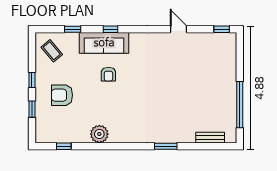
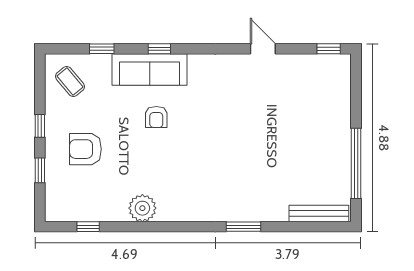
bench: (210, 138) -> (319, 214), width x1.36

